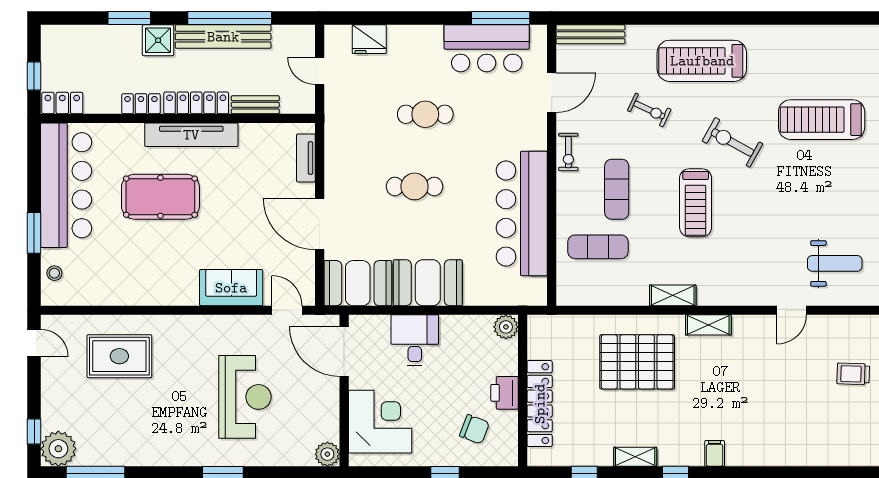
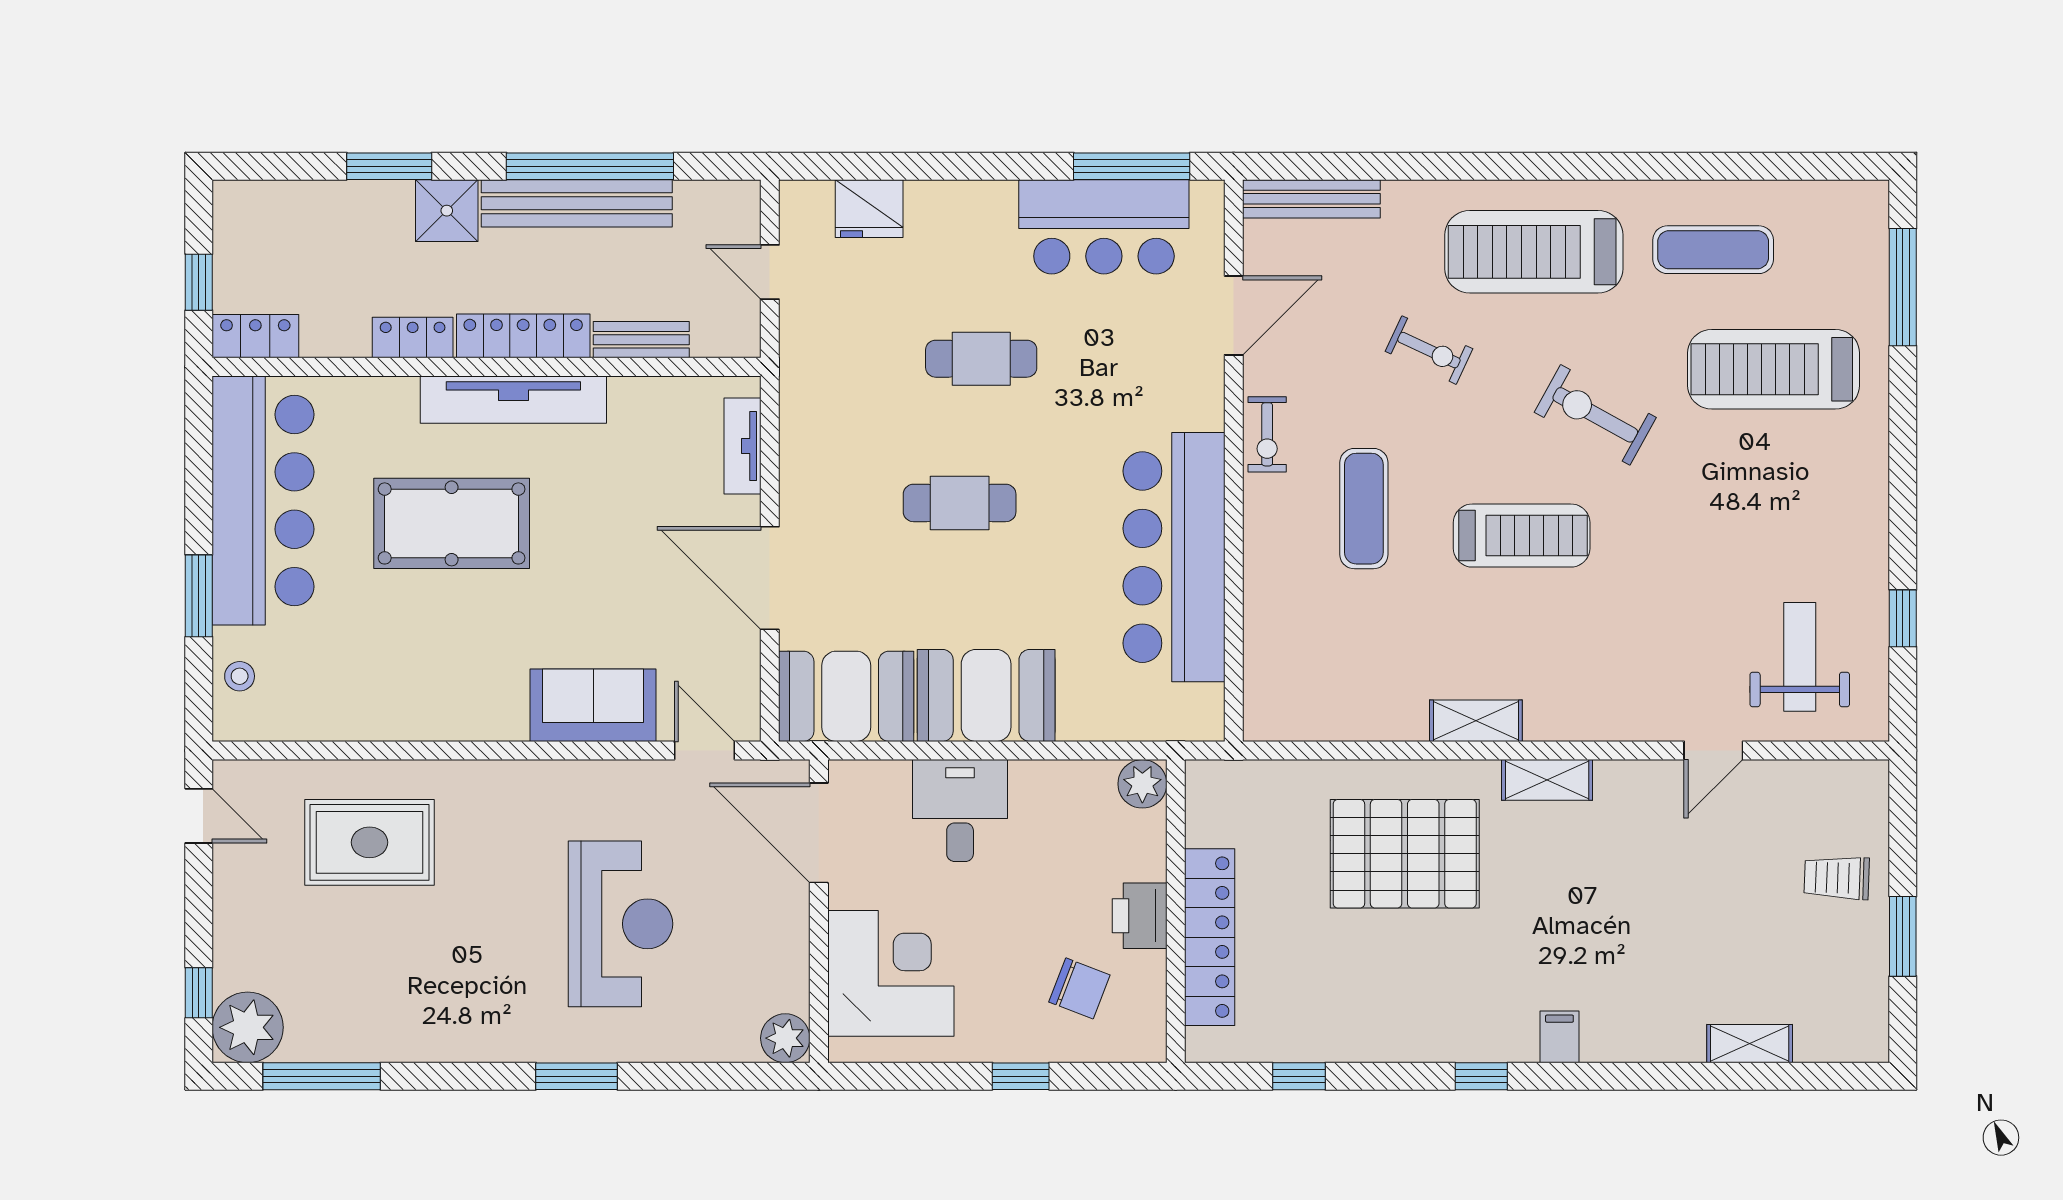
treadmill: (696, 203) -> (1522, 536), turned -90
exercise mat: (598, 247) -> (1713, 250), moved
weight bench: (835, 263) -> (1800, 657), turned -90
shelving: (635, 457) -> (1750, 1044), moved

